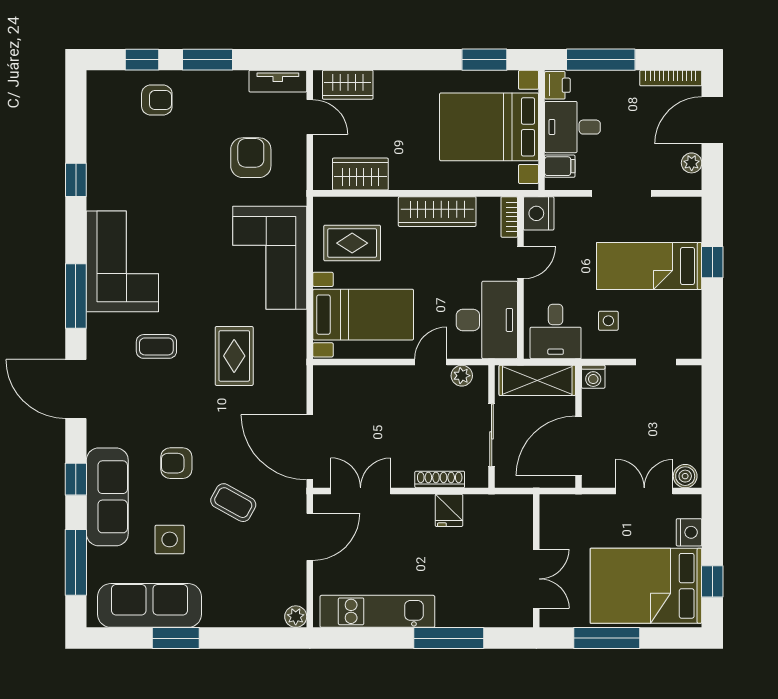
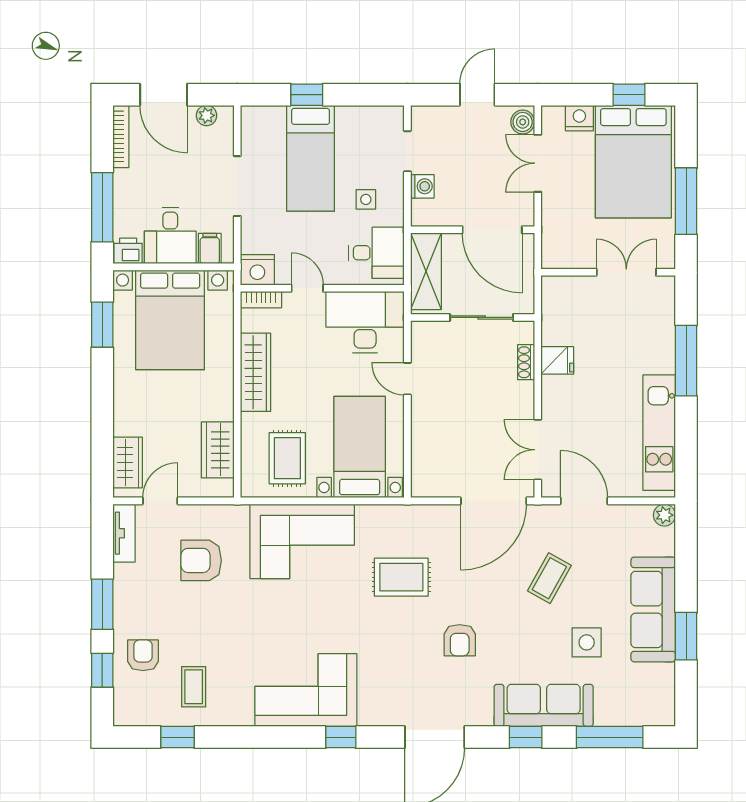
window: (76, 180) -> (178, 737), moved
window: (76, 296) -> (341, 737), width x0.46
coffee table: (156, 346) -> (194, 687), moved
plant: (462, 376) -> (421, 347), removed
washing machine: (593, 377) -> (422, 186), moved
door: (712, 431) -> (477, 95), added
armchair: (176, 463) -> (460, 640), moved
shoe rack: (440, 479) -> (526, 362), width x0.70
sofa: (149, 605) -> (653, 609), moved

